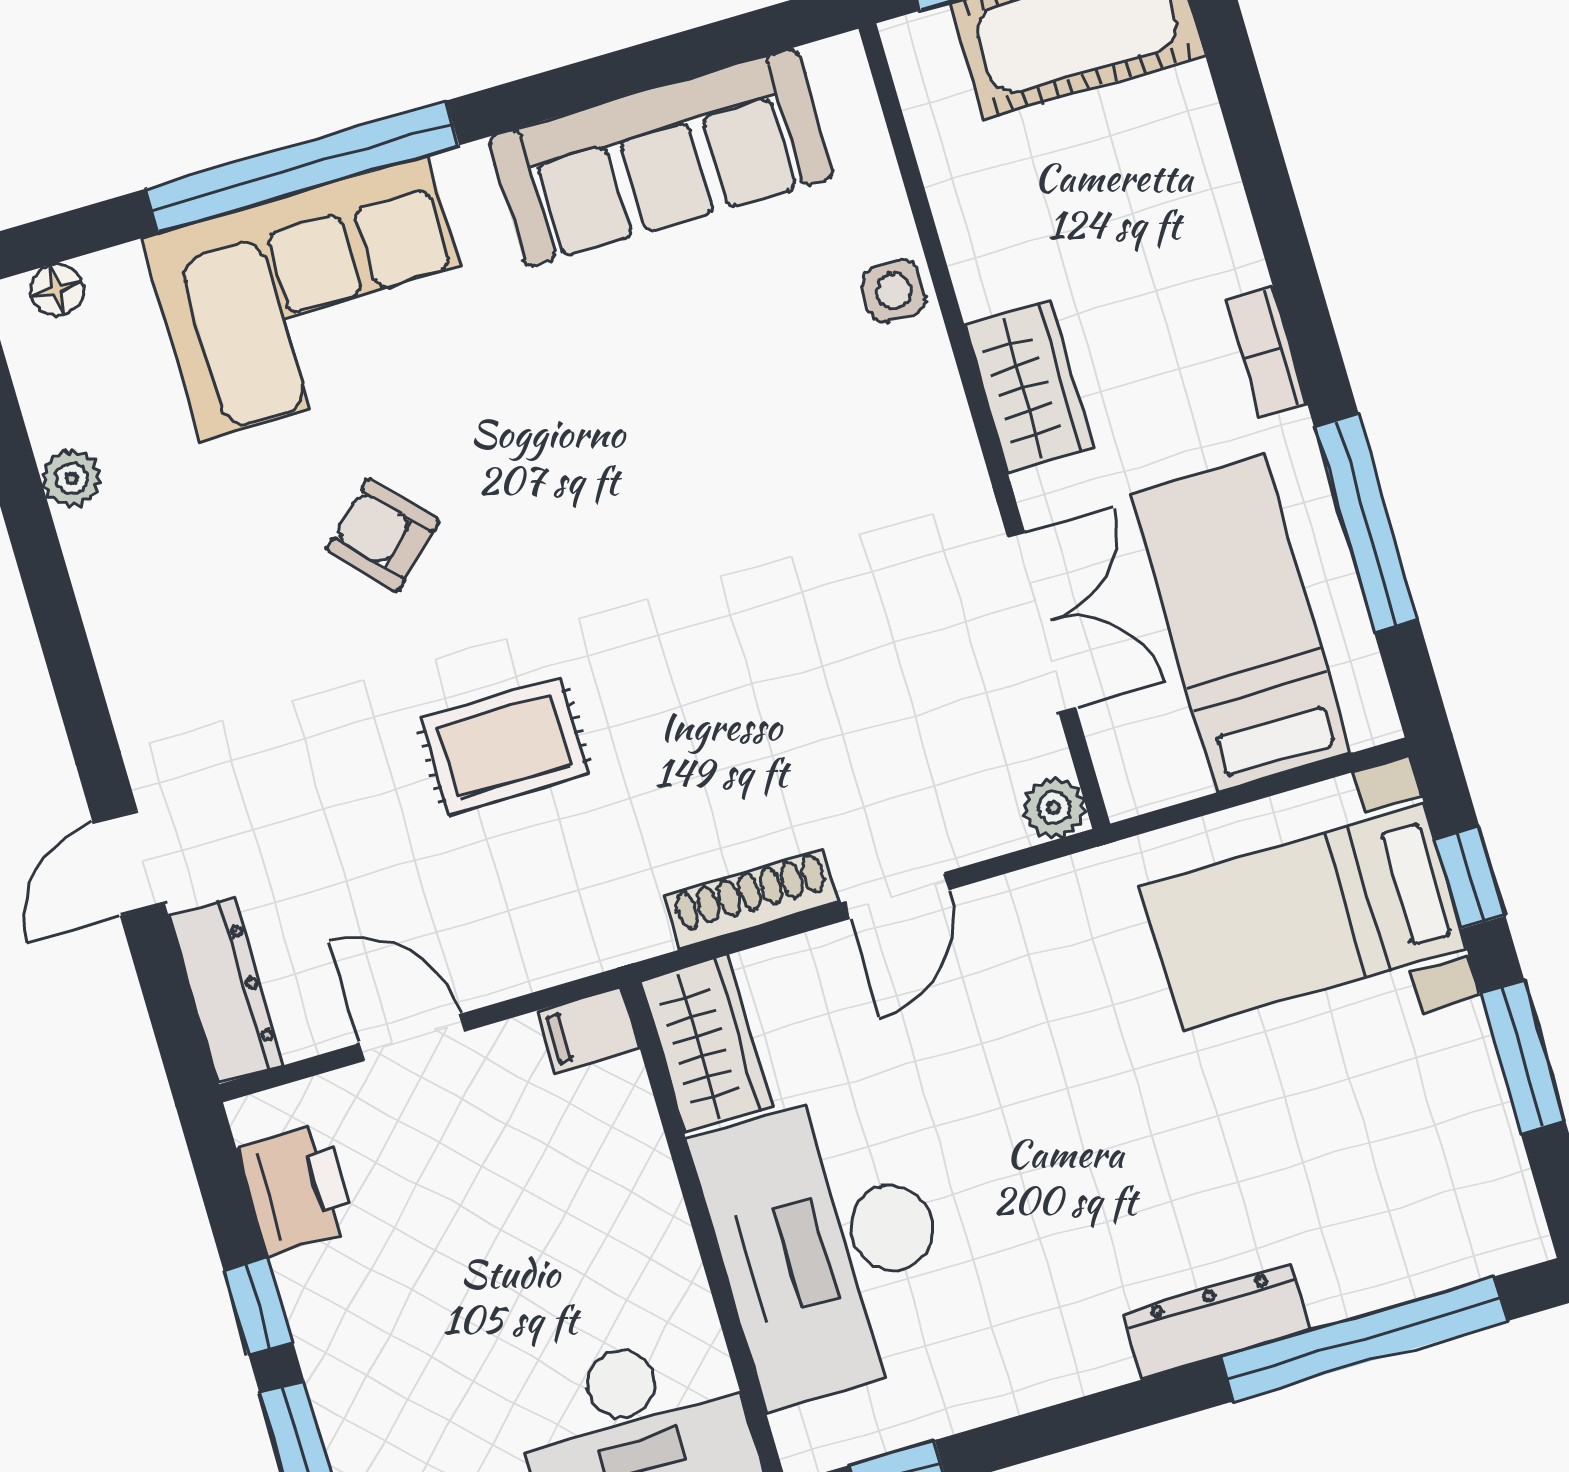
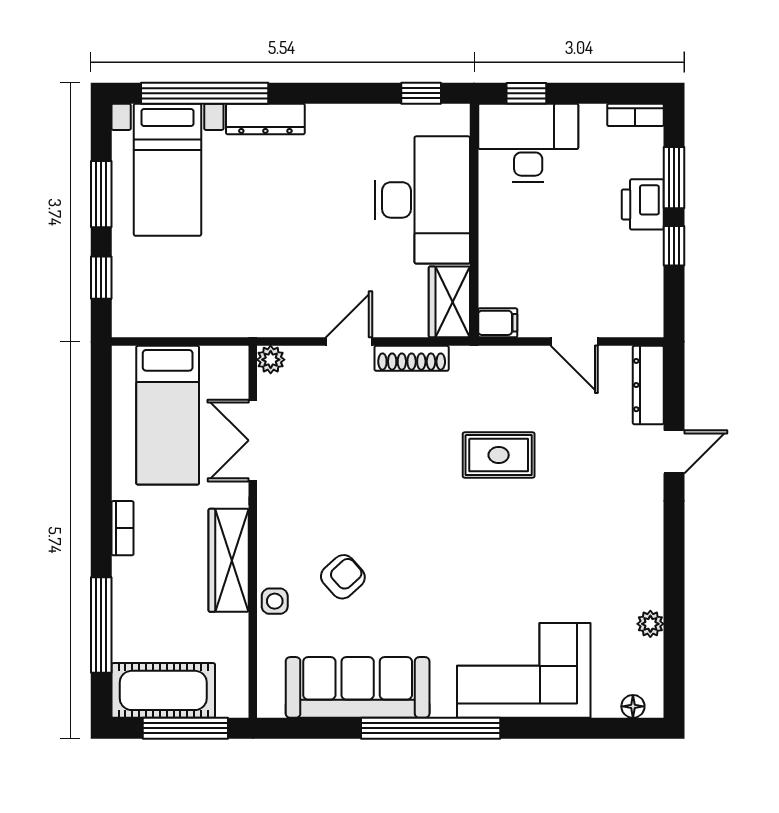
window: (303, 167) -> (431, 728), moved
wardrobe: (1029, 387) -> (229, 560), width x1.50
window: (1366, 523) -> (101, 625), moved
armchair: (383, 535) -> (343, 577), moved, turned -89
bed with nightstands: (1303, 917) -> (168, 170), moved, turned 90
printer: (297, 1189) -> (643, 204), moved

